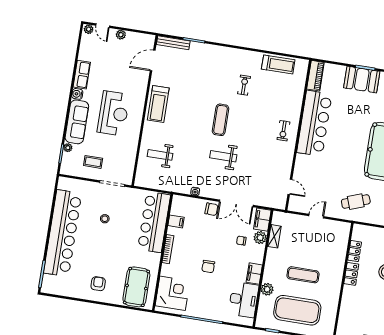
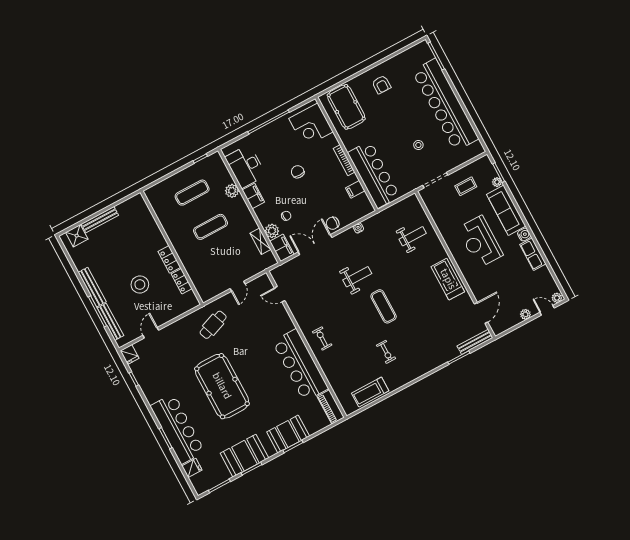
exercise mat: (297, 310) -> (192, 193), width x0.50, depth x0.69

